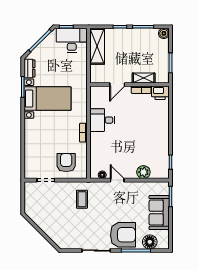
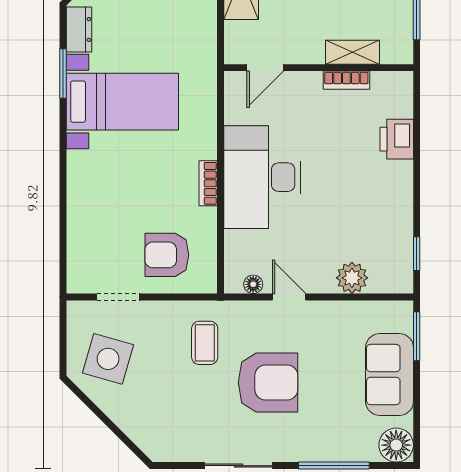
door: (117, 84) -> (265, 68), moved
printer: (160, 93) -> (397, 139), moved, turned 90
desk: (102, 120) -> (262, 177), width x1.87, depth x1.30
armchair: (66, 163) -> (167, 255), turned -90
side table: (42, 206) -> (108, 359), added
armchair: (123, 235) -> (268, 382), moved
floor lamp: (150, 242) -> (396, 445), moved

